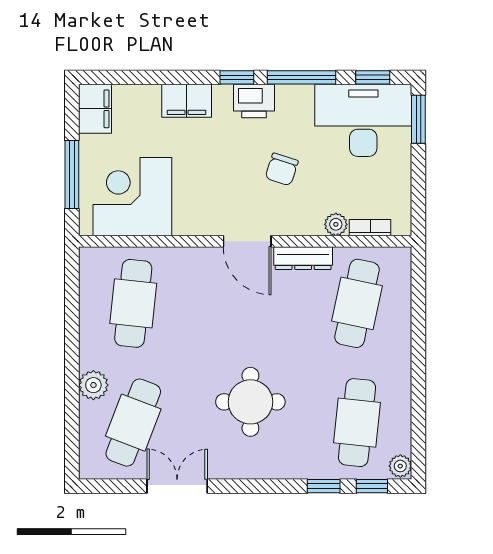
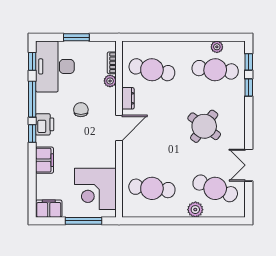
window: (418, 119) -> (76, 37), moved
chair: (282, 169) -> (81, 110), turned -108
dresser: (303, 258) -> (128, 98), width x0.70
round table: (250, 402) -> (204, 126), turned 37
plant: (400, 466) -> (217, 47), moved

